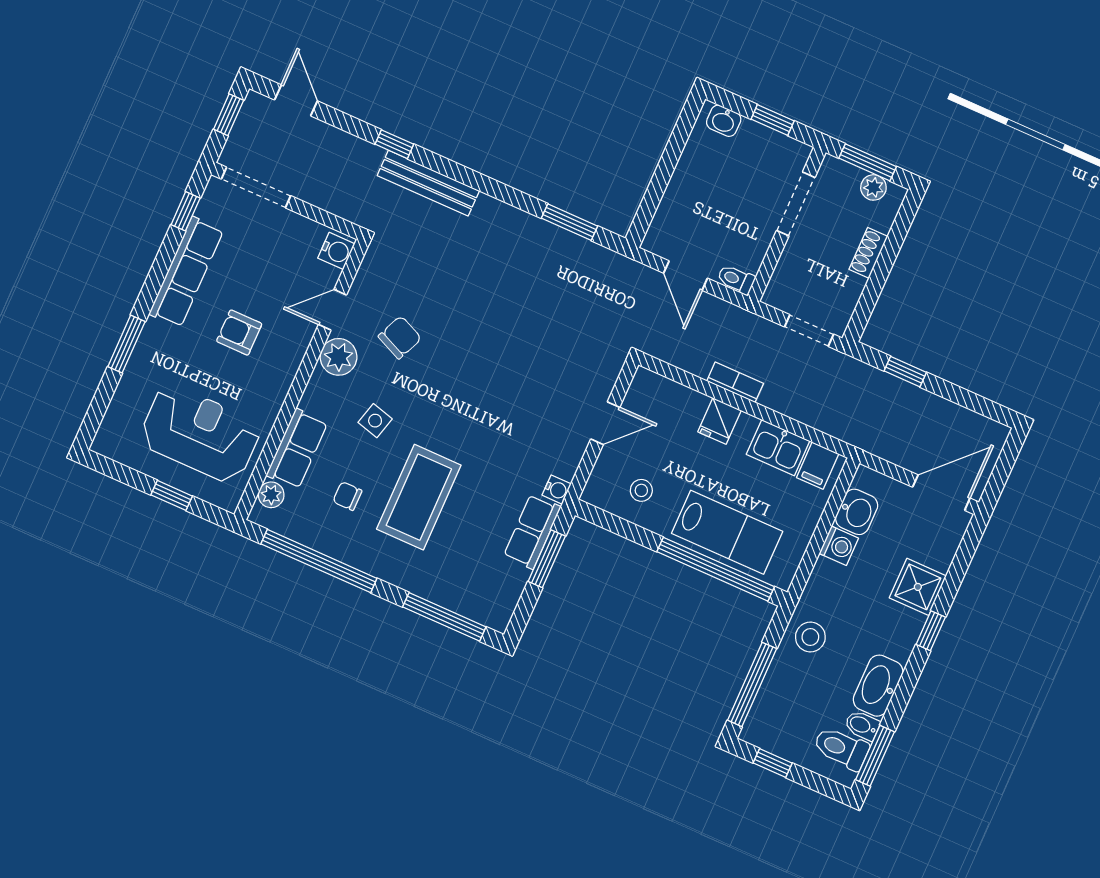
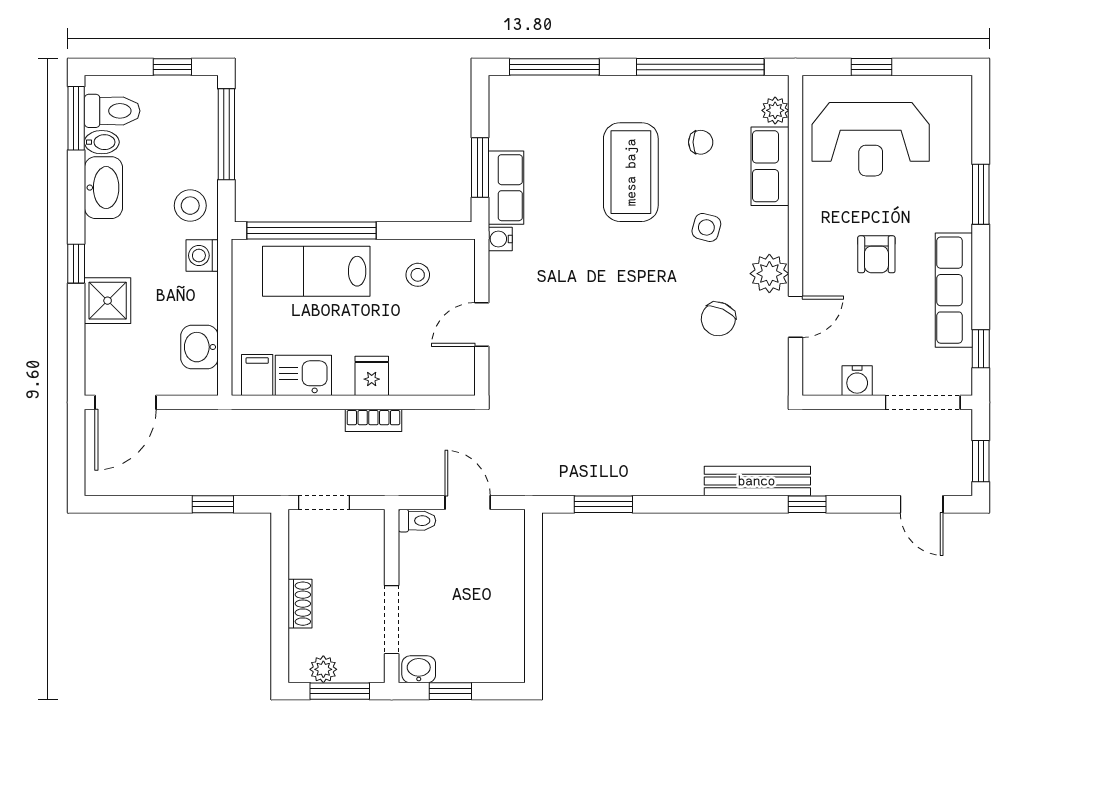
washbasin: (724, 121) -> (419, 669), moved
water cooler: (336, 251) -> (857, 381), moved, turned -90
armchair: (239, 332) -> (876, 254), turned 90
washing machine: (839, 546) -> (202, 255), moved

